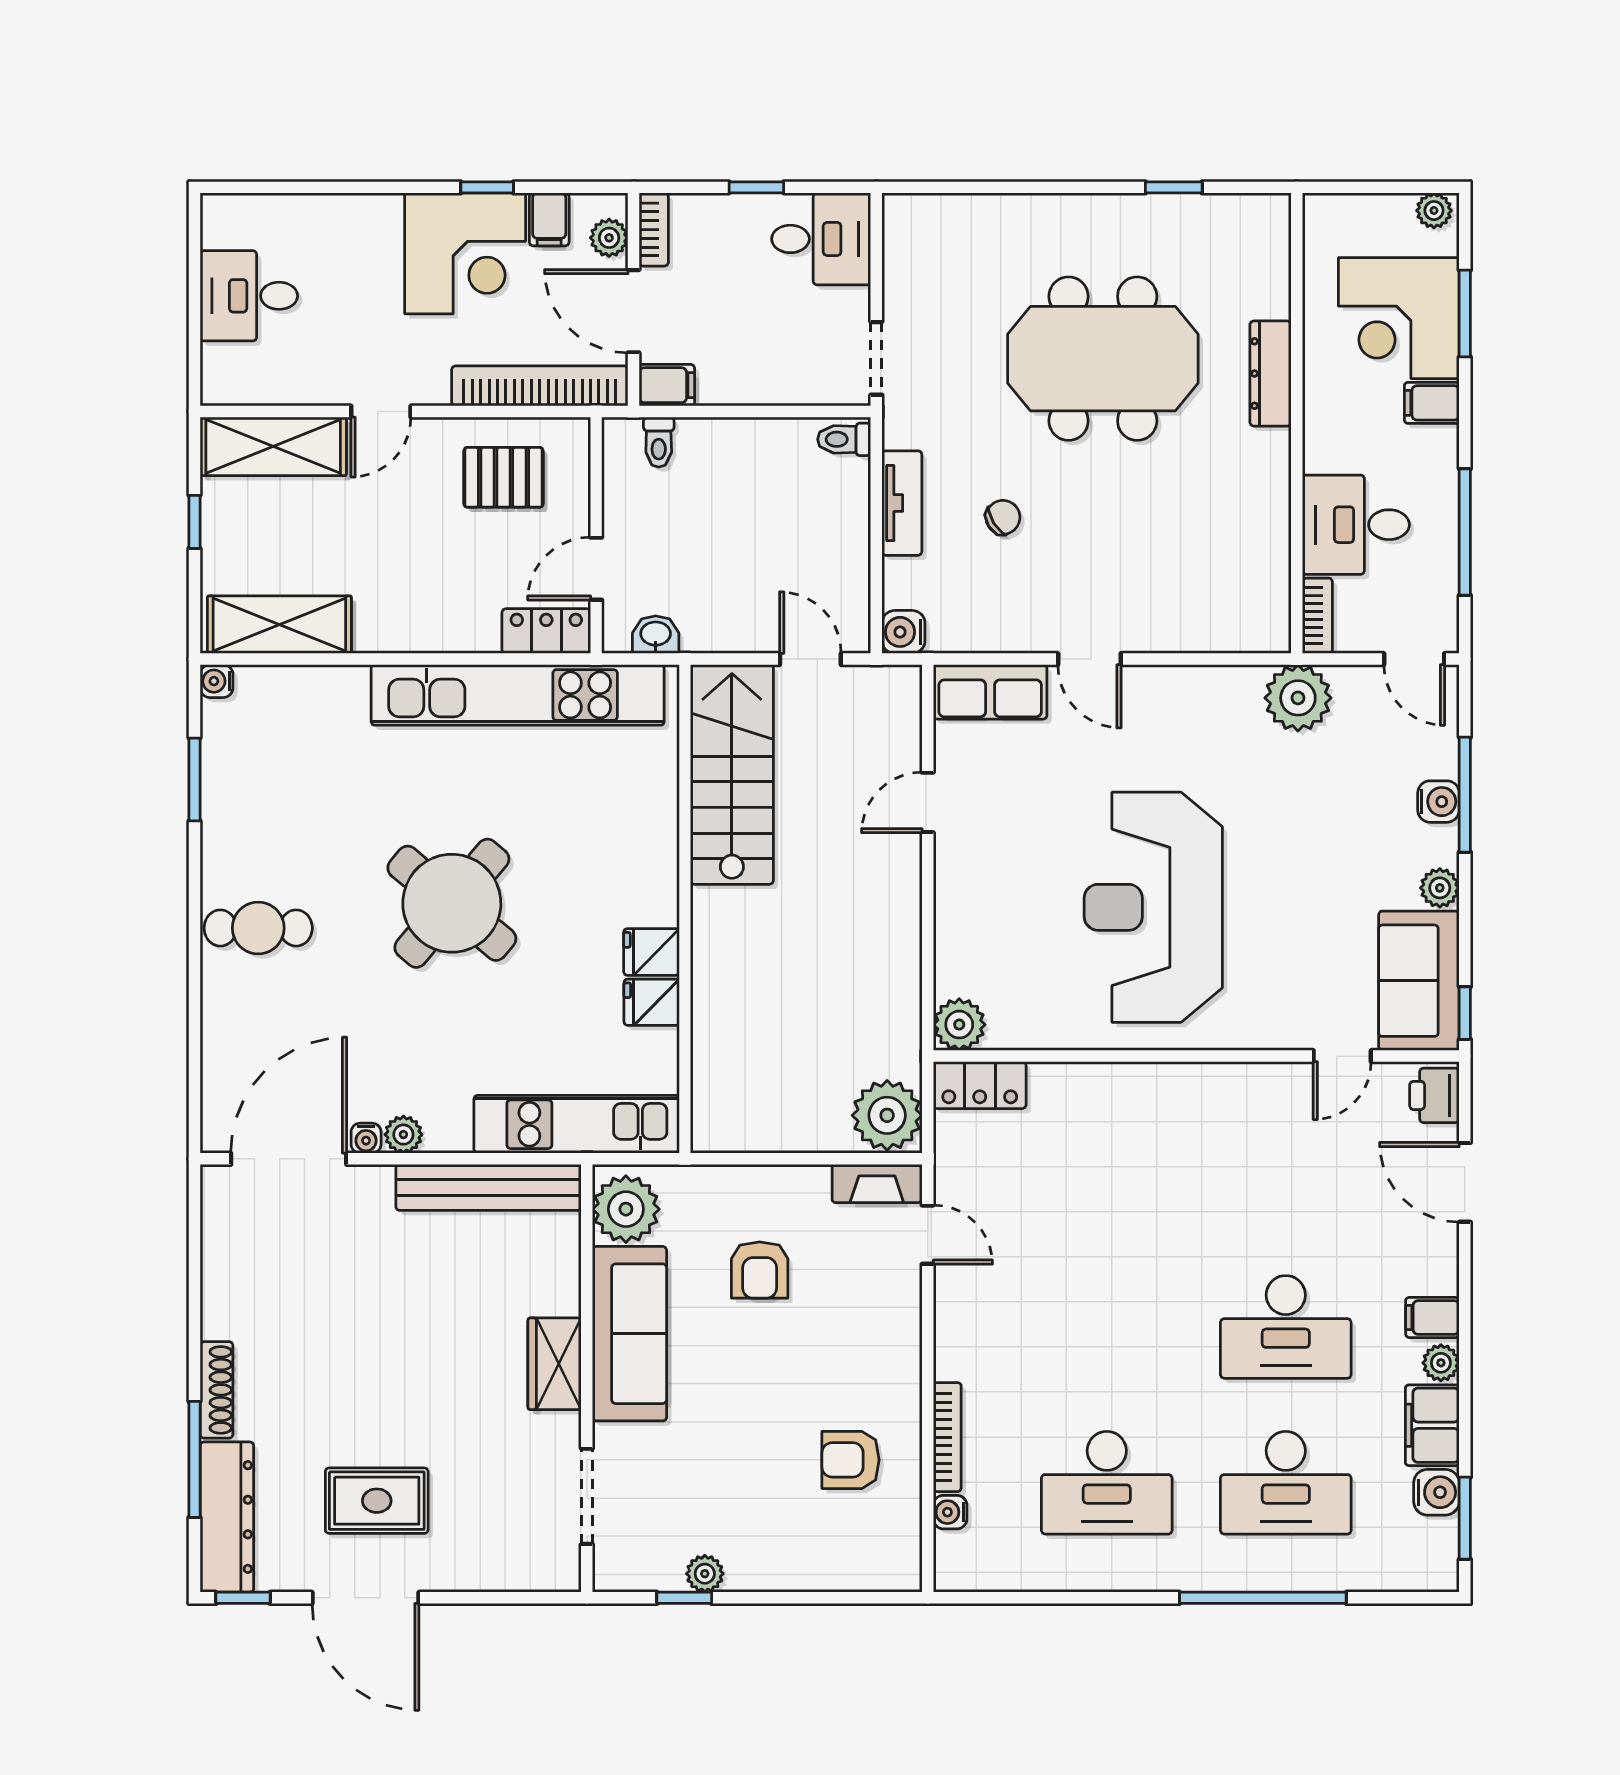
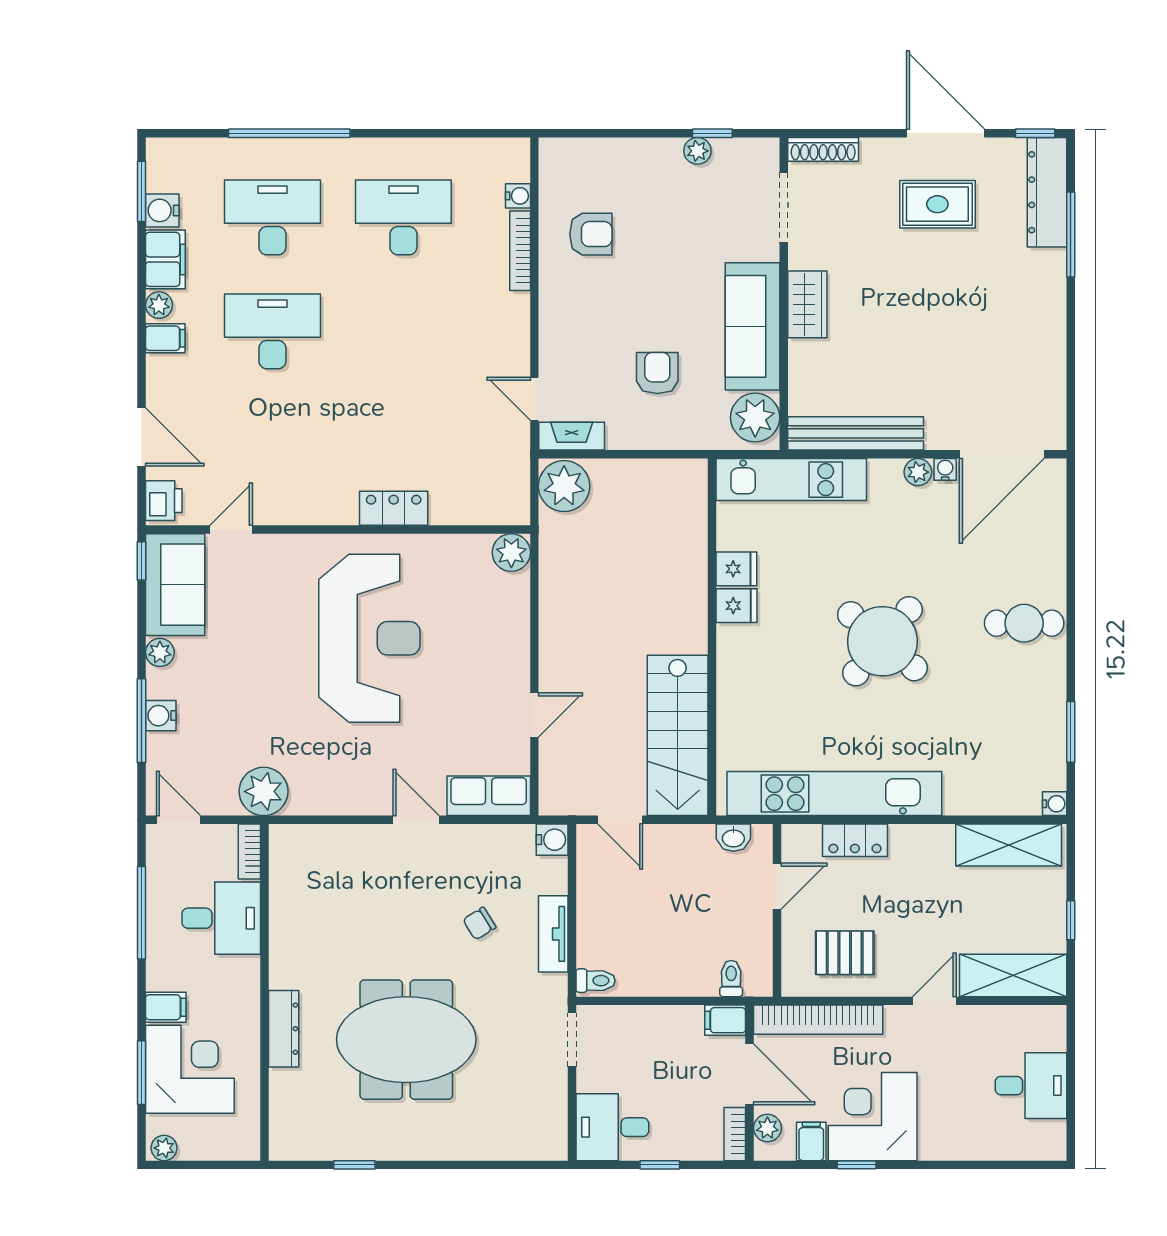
locker: (546, 631) -> (855, 840), moved
locker: (980, 1085) -> (394, 508), moved
shoe rack: (217, 1390) -> (823, 149), moved, turned -90

